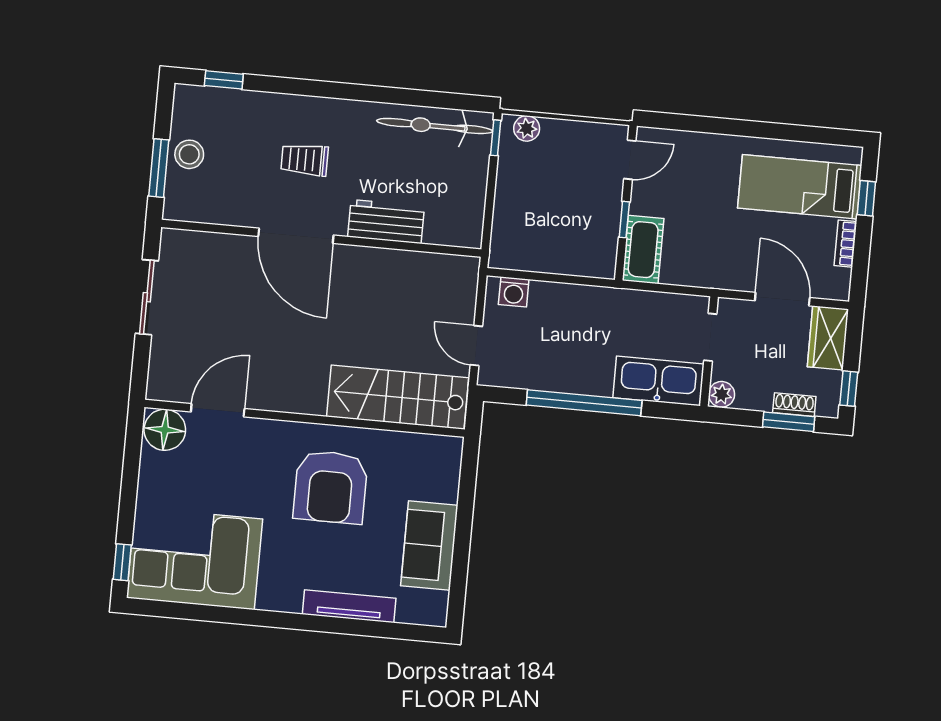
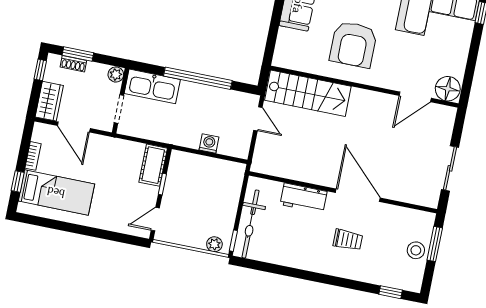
bicycle: (435, 126) -> (250, 224), moved, turned 90
washing machine: (514, 292) -> (209, 144), moved
armchair: (330, 487) -> (353, 44), turned 180

